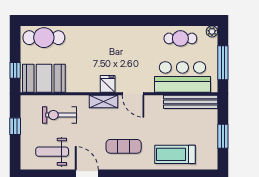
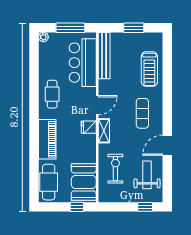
piano: (94, 36) -> (47, 139), added
cafe table: (180, 38) -> (52, 94), moved
exercise bike: (59, 115) -> (115, 169), turned 180
window: (15, 126) -> (145, 207), moved
weight bench: (52, 152) -> (147, 175), turned 180

